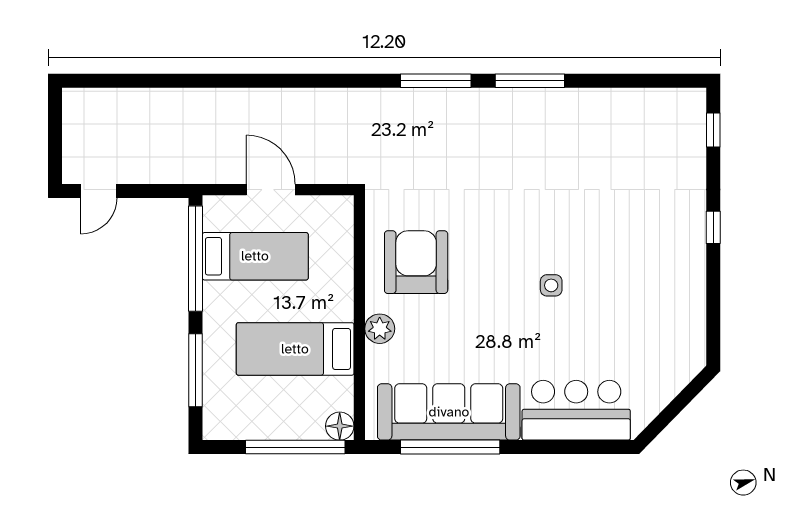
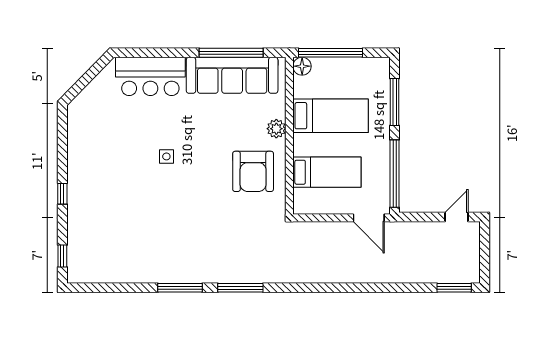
window: (103, 81) -> (454, 288), added
door: (271, 190) -> (369, 218), moved
bed: (255, 256) -> (327, 172), moved, turned 180

